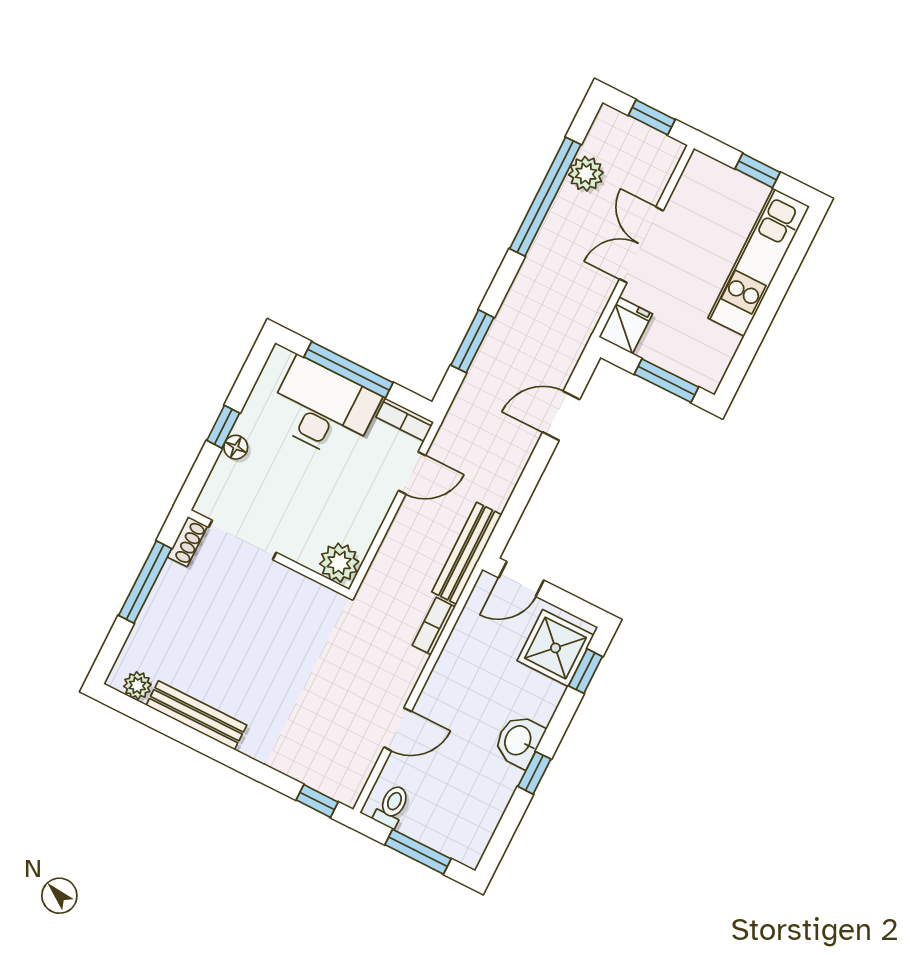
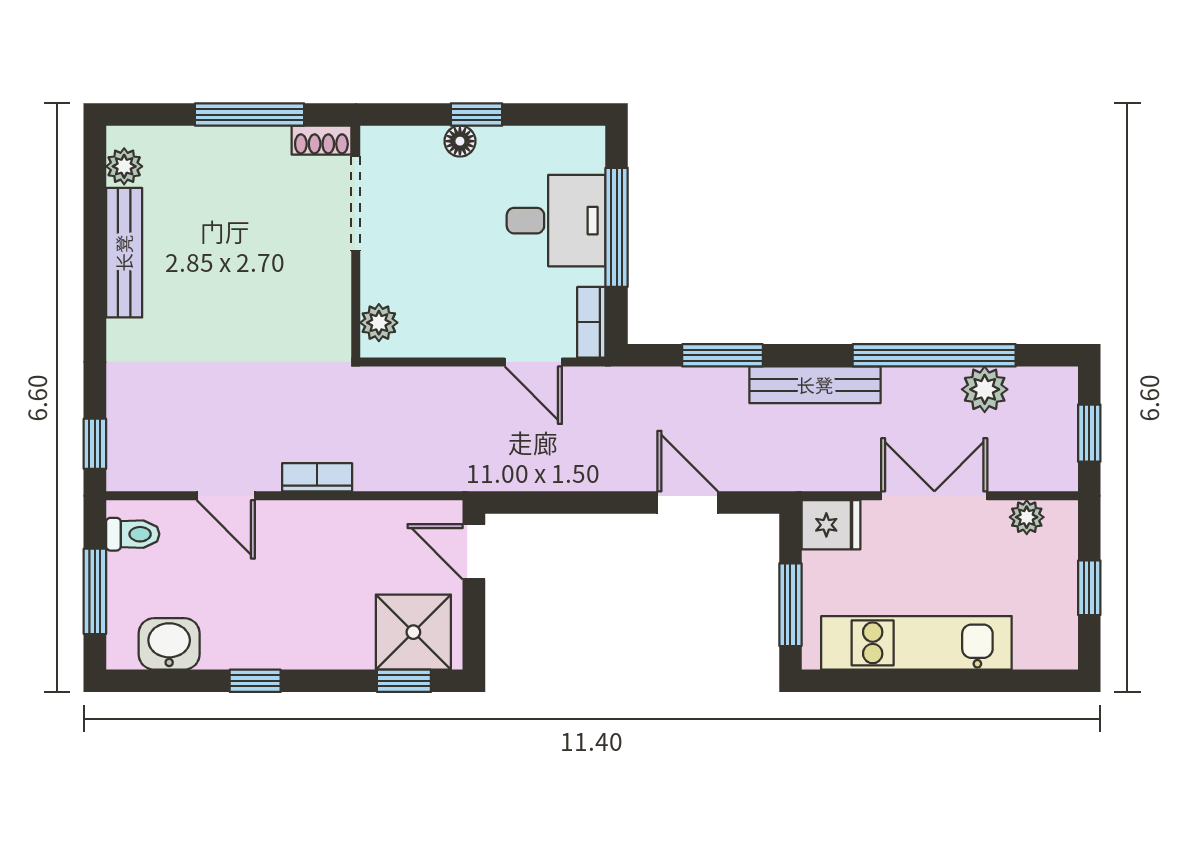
plant: (688, 189) -> (1027, 517), added
kitchen unit: (759, 262) -> (916, 643), moved
desk: (323, 409) -> (556, 221), width x0.73
bench: (467, 553) -> (815, 385), moved
plant: (339, 563) -> (379, 323), width x0.73, depth x0.73
bookcase: (434, 626) -> (317, 477), moved
washbasin: (519, 741) -> (169, 644), moved

